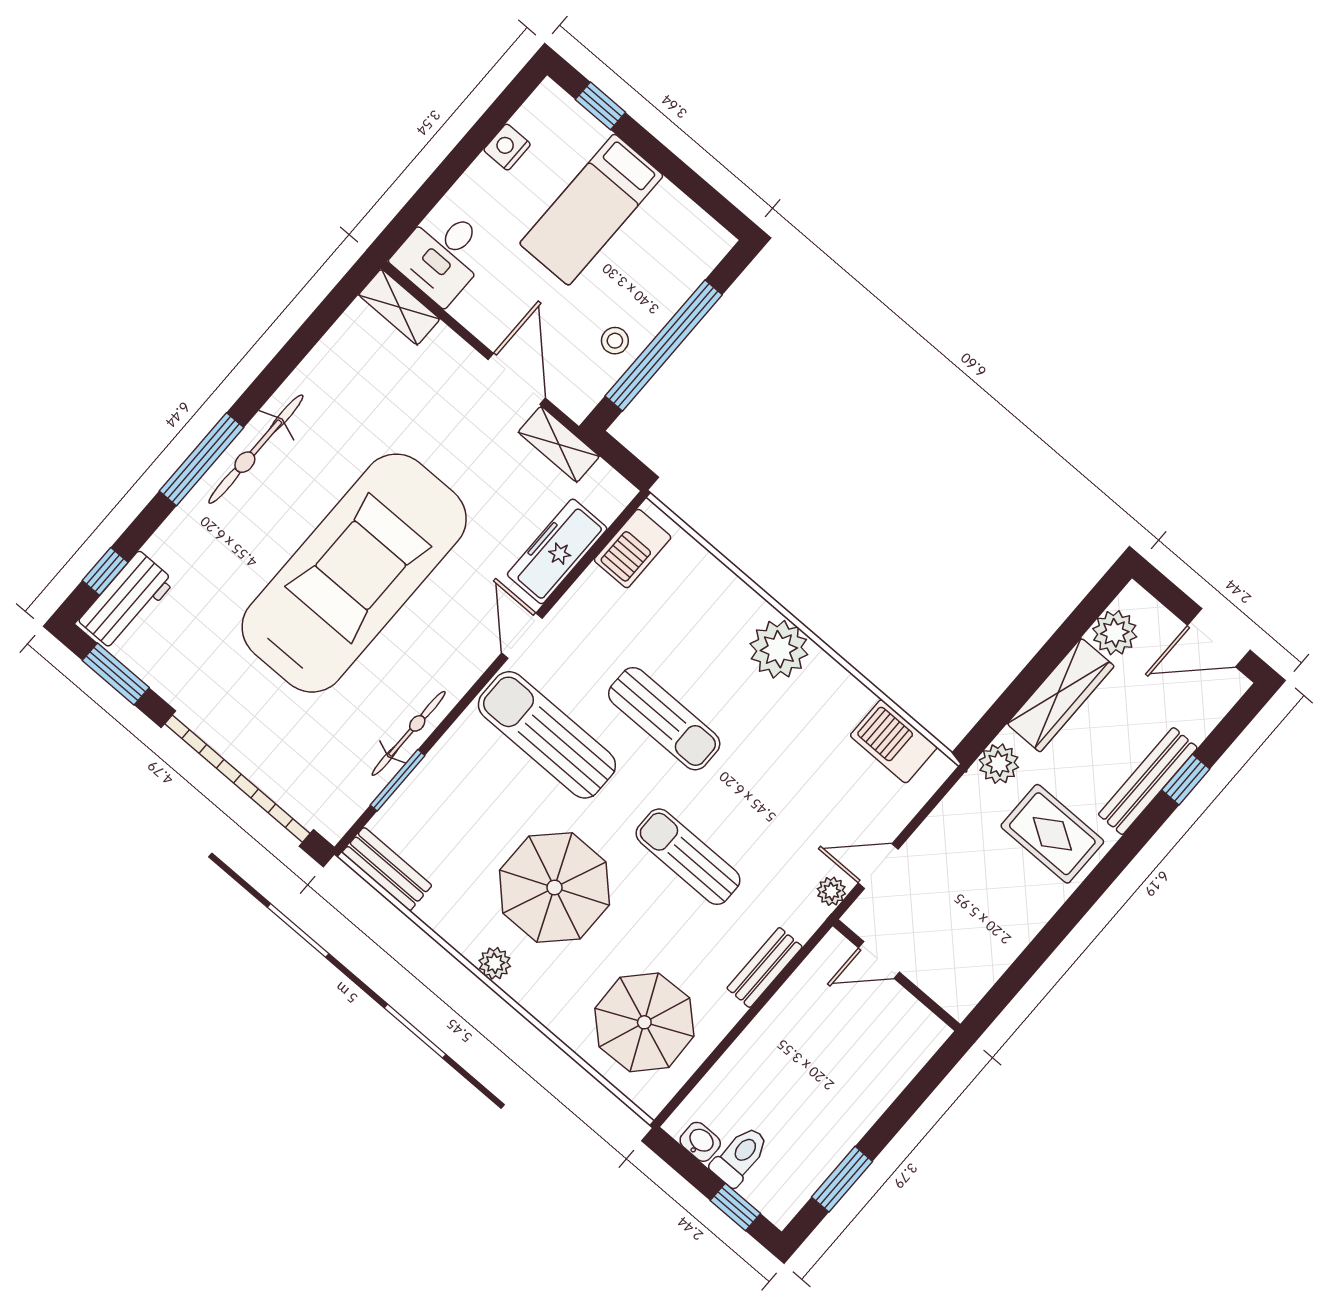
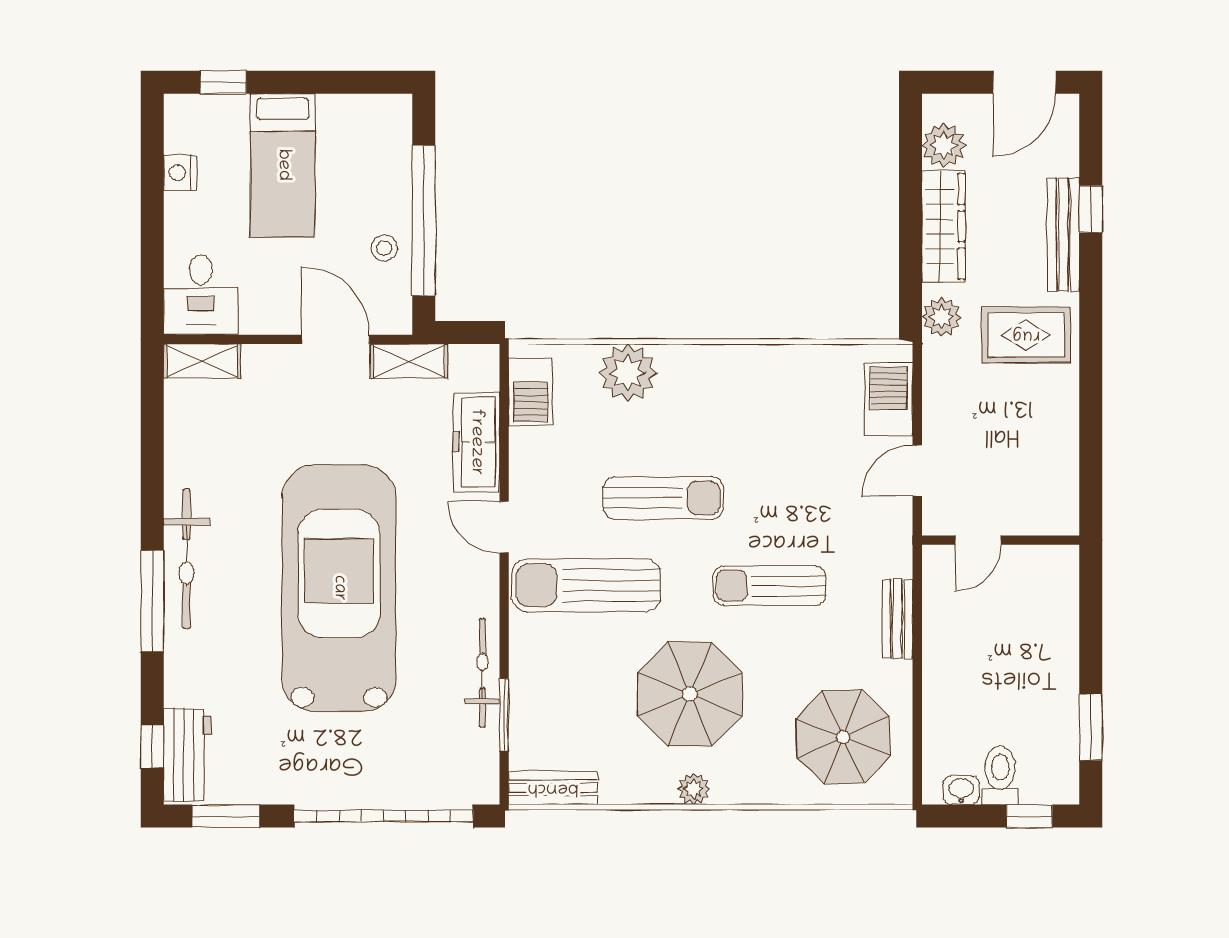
plant: (779, 649) -> (628, 373), moved
barbecue: (894, 741) -> (889, 399), moved, turned 90
plant: (831, 891) -> (898, 519), removed

